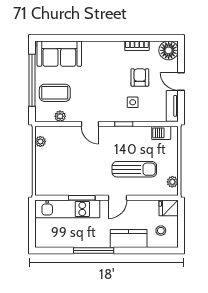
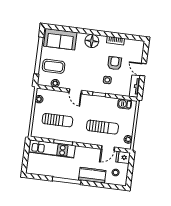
floor lamp: (169, 50) -> (92, 41), moved
sun lounger: (70, 168) -> (57, 120), added
door: (118, 198) -> (108, 148), moved

